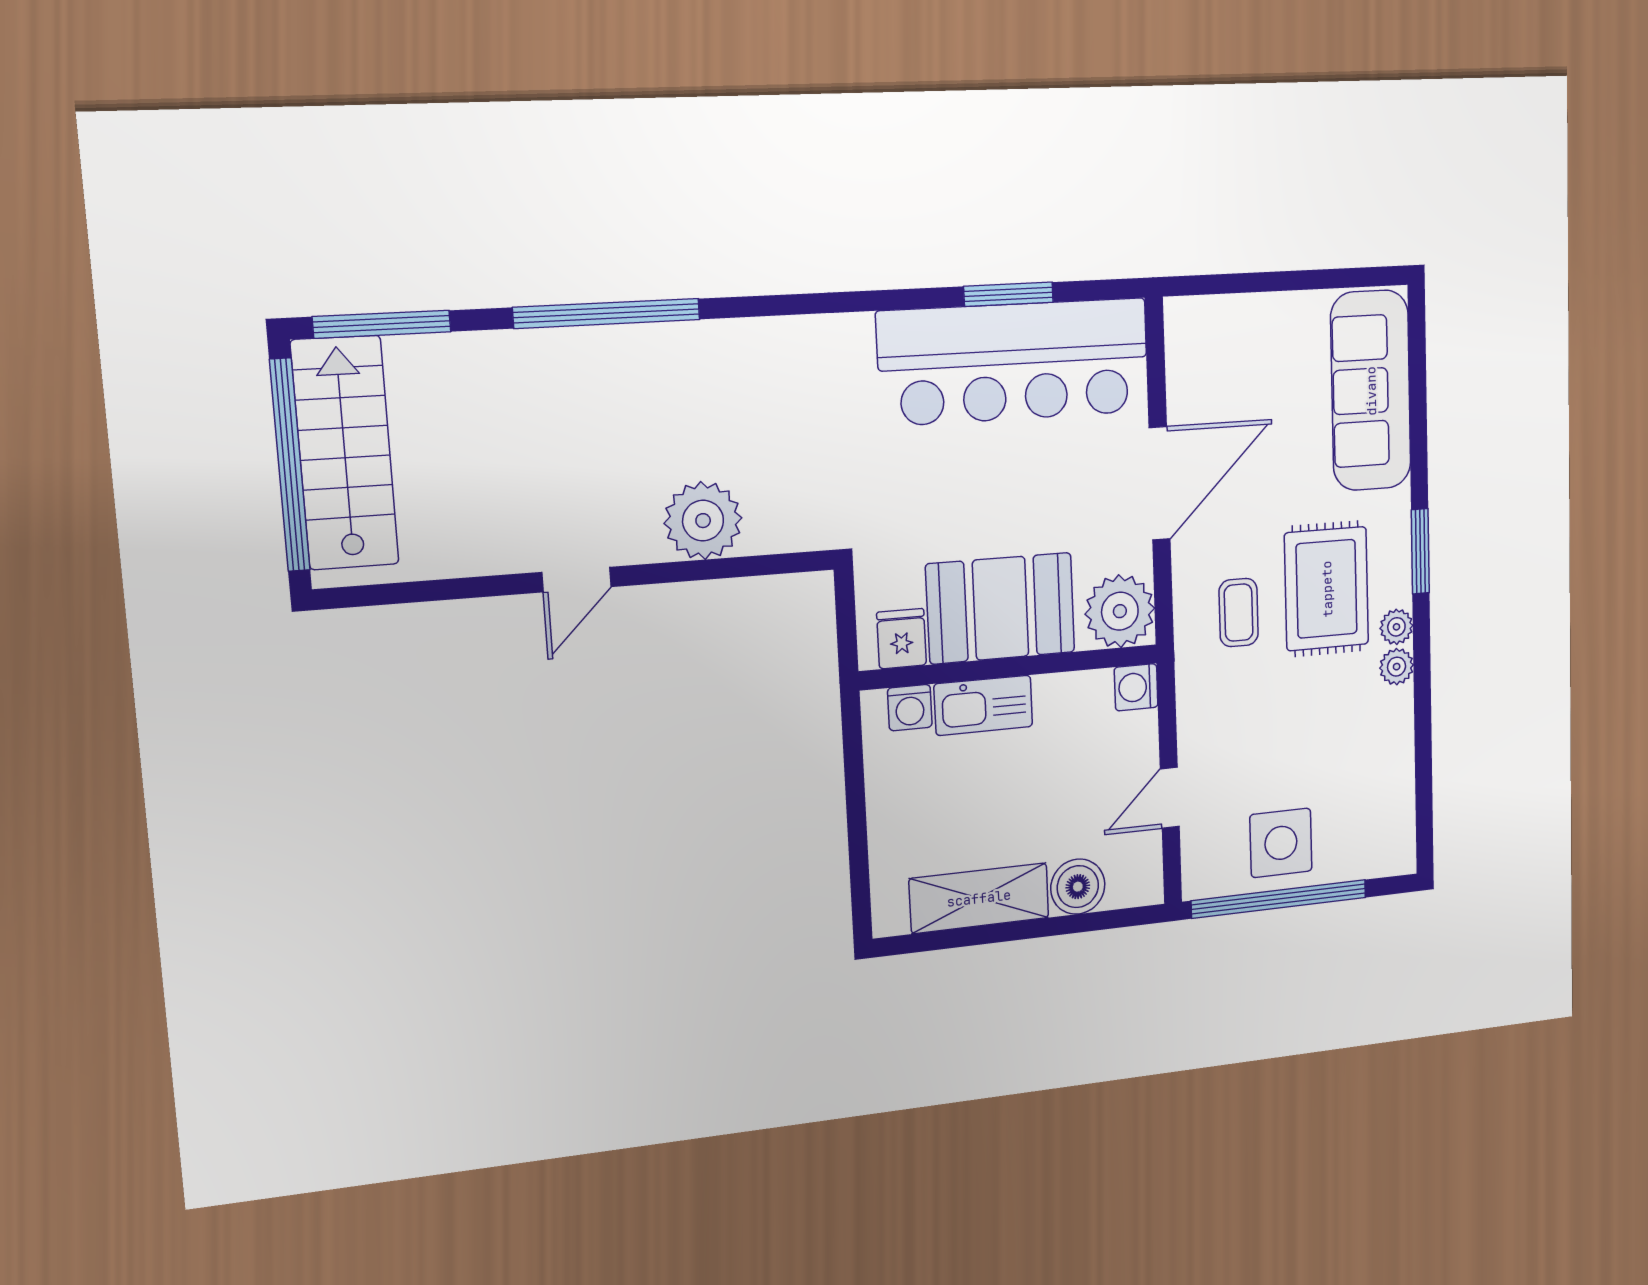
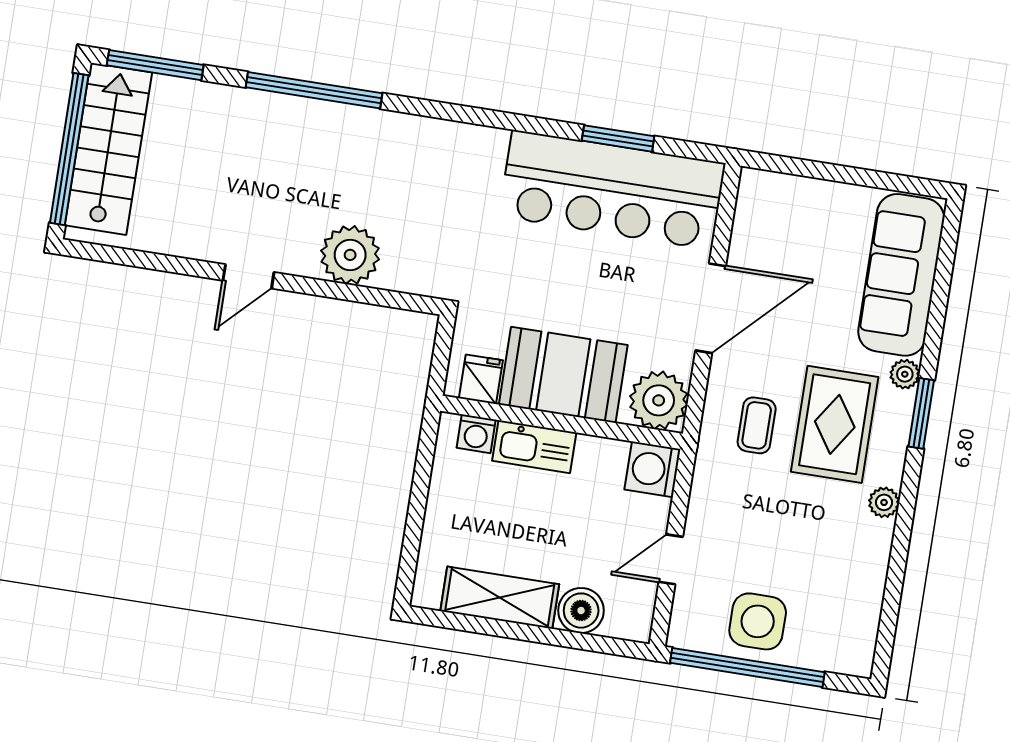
plant: (1396, 627) -> (905, 374), moved
washing machine: (1136, 687) -> (652, 469), width x1.38, depth x1.38

